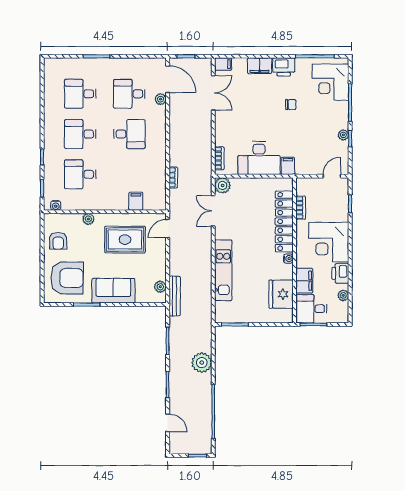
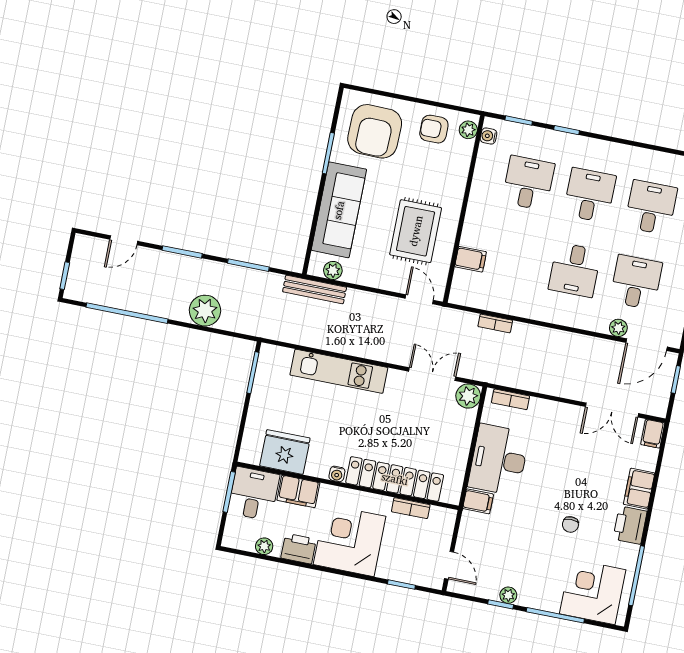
plant: (88, 219) -> (468, 130), moved
sofa: (113, 291) -> (339, 210), width x1.36

